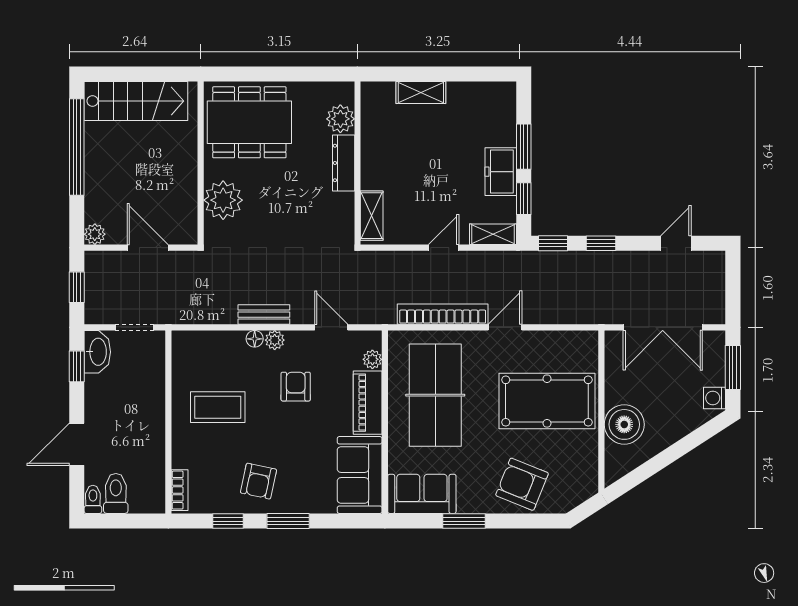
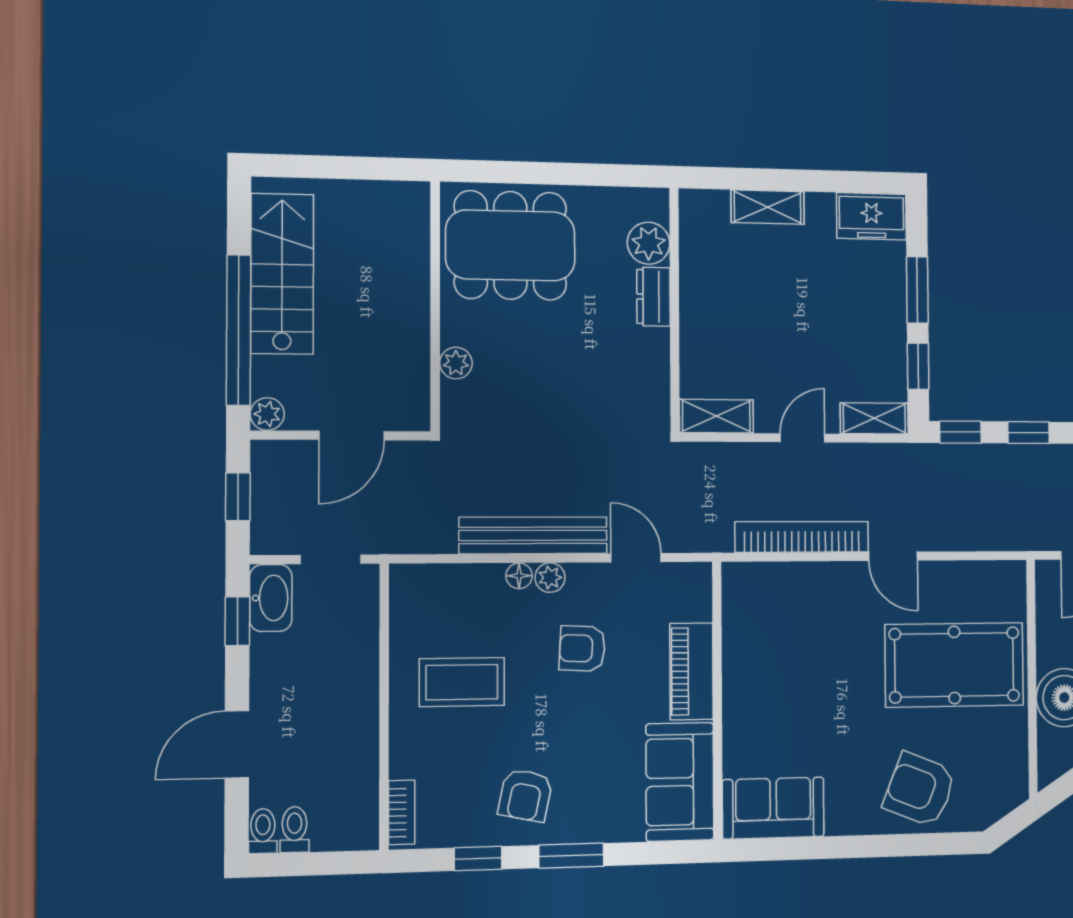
stairs: (136, 101) -> (282, 274), moved, turned -90
window: (77, 147) -> (239, 330), moved
dresser: (344, 163) -> (653, 297), width x0.70
freezer: (501, 172) -> (871, 216), moved, turned -90
plant: (223, 200) -> (456, 363), width x0.53, depth x0.53
shelving: (372, 216) -> (716, 416), moved, turned 90
door: (148, 248) -> (352, 436), swing flipped
bench: (264, 315) -> (533, 535), width x1.86, depth x1.21
door: (505, 327) -> (893, 556), swing flipped
plant: (372, 359) -> (698, 606), removed
armchair: (296, 387) -> (582, 648), turned -87
table tennis table: (435, 395) -> (792, 658), removed
toilet: (116, 493) -> (294, 830), width x0.73, depth x0.72
window: (464, 521) -> (836, 847), removed

